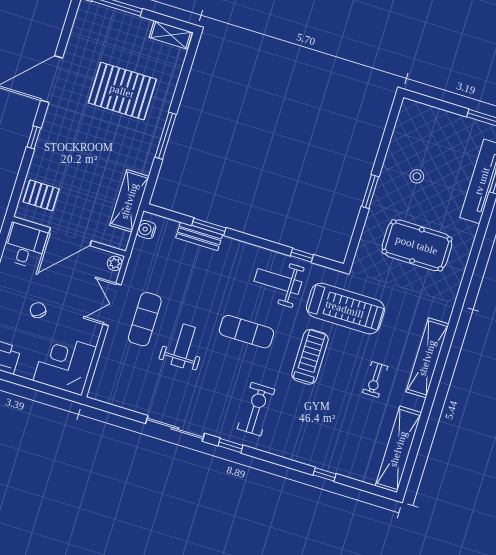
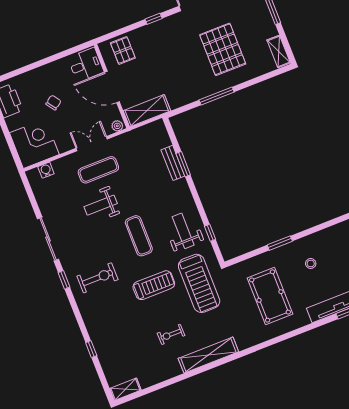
shelving: (129, 201) -> (147, 111), moved
water cooler: (146, 230) -> (46, 170), moved
weight bench: (183, 346) -> (101, 205), turned 180
shelving: (398, 449) -> (125, 389), width x0.45, depth x0.75

